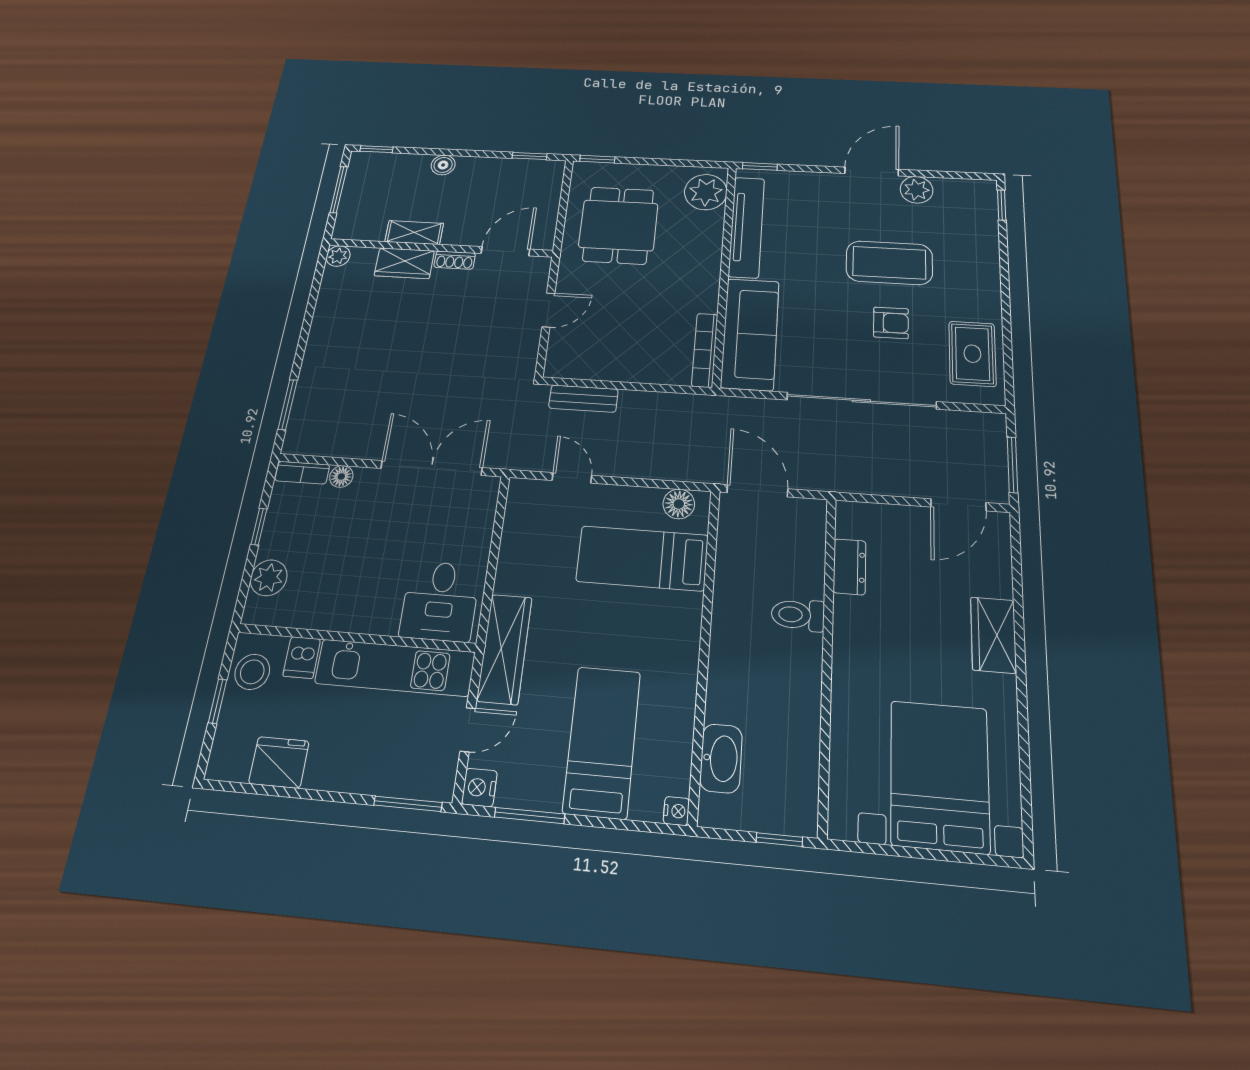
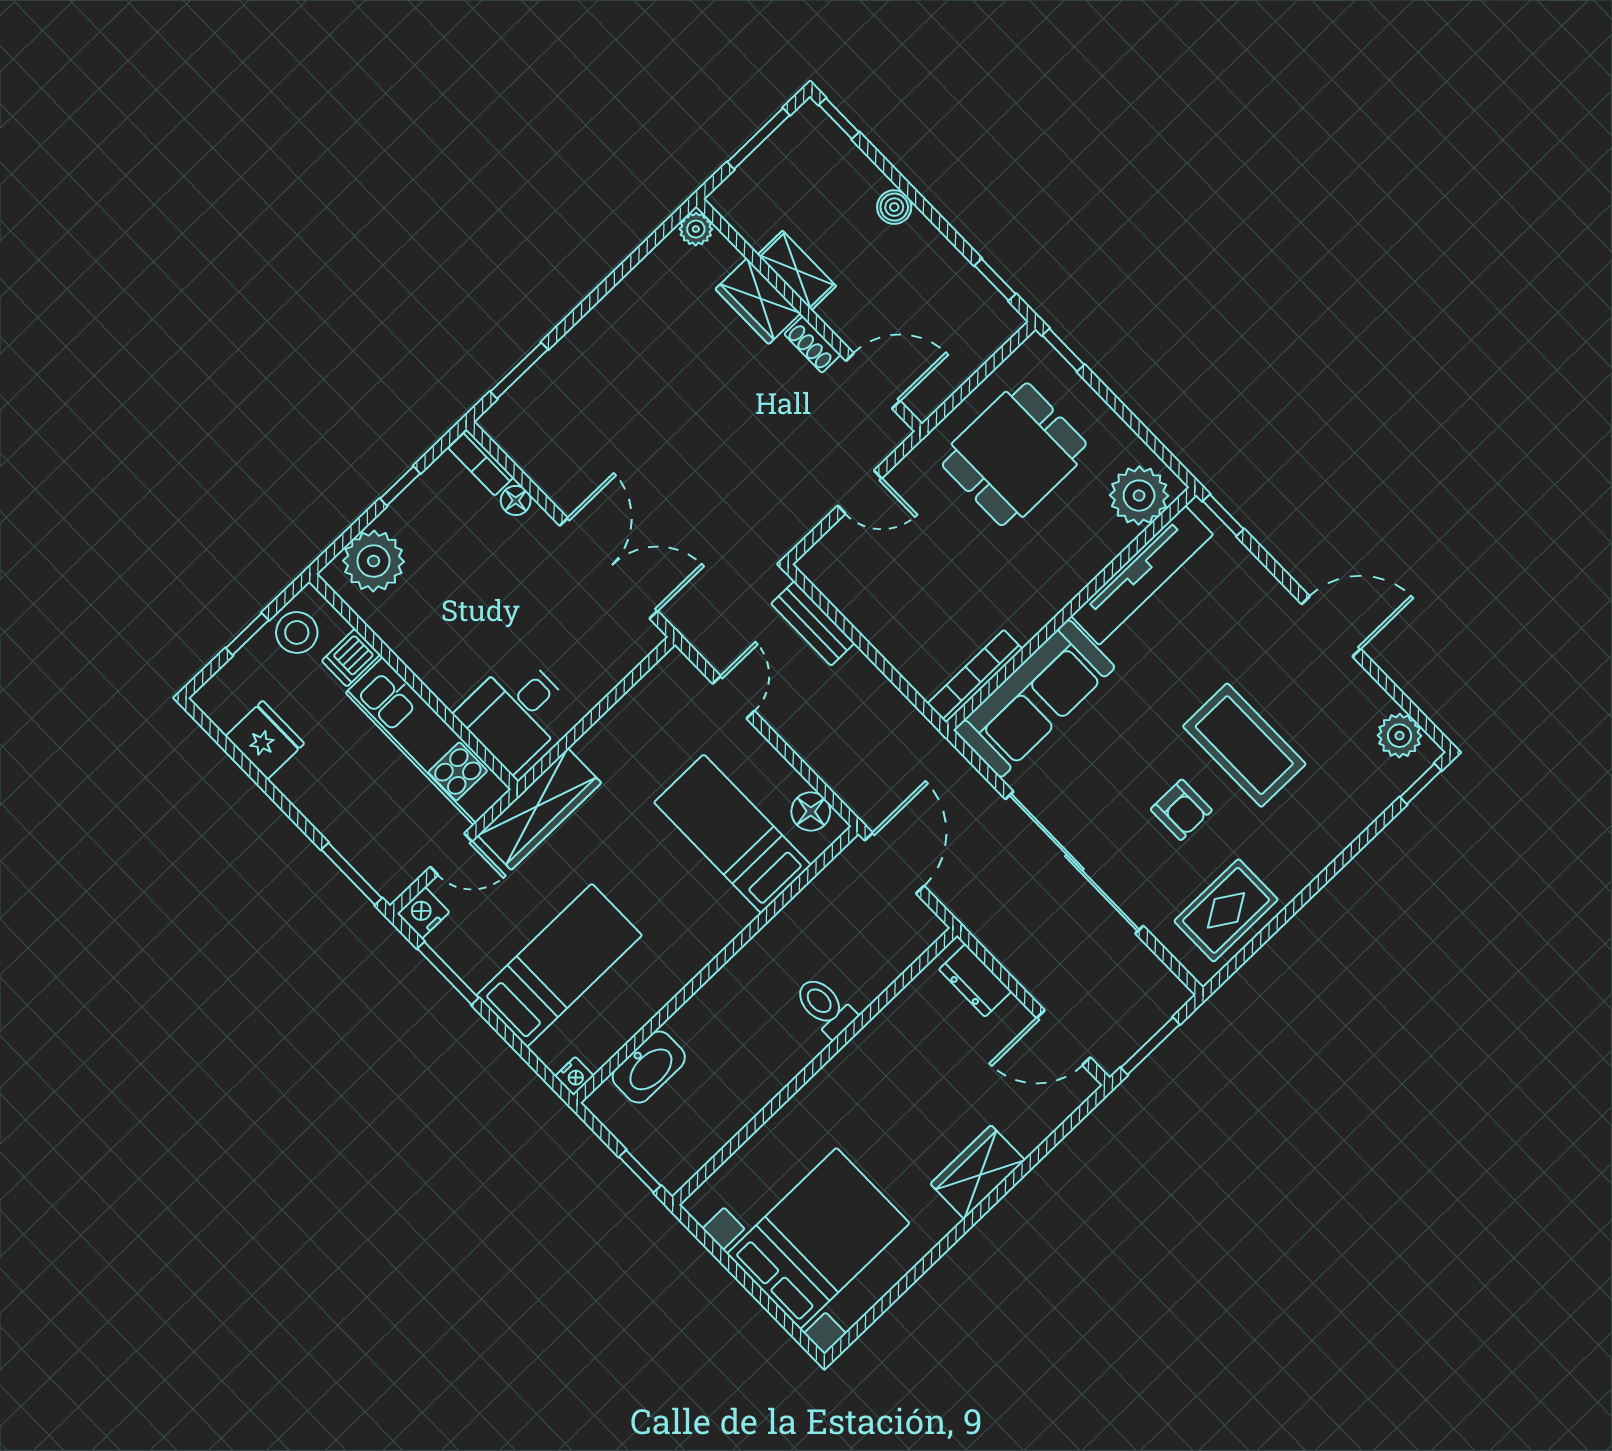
plant: (917, 190) -> (1400, 736), moved
dresser: (850, 567) -> (975, 980), moved, turned 90
plant: (269, 578) -> (374, 561), width x1.36, depth x1.36

